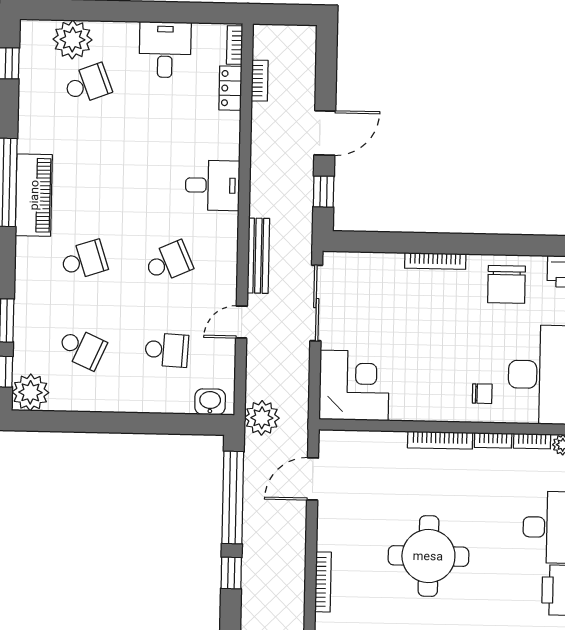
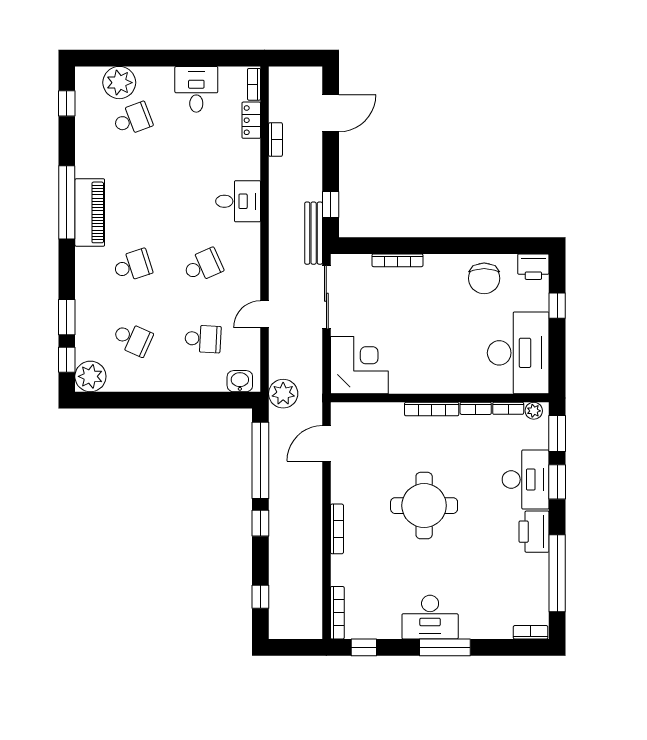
bookcase: (260, 81) -> (275, 139), moved
door: (325, 133) -> (331, 113), moved
bench: (258, 256) -> (314, 233), moved
bookcase: (435, 261) -> (397, 260), moved
chair: (482, 394) -> (466, 370), removed

